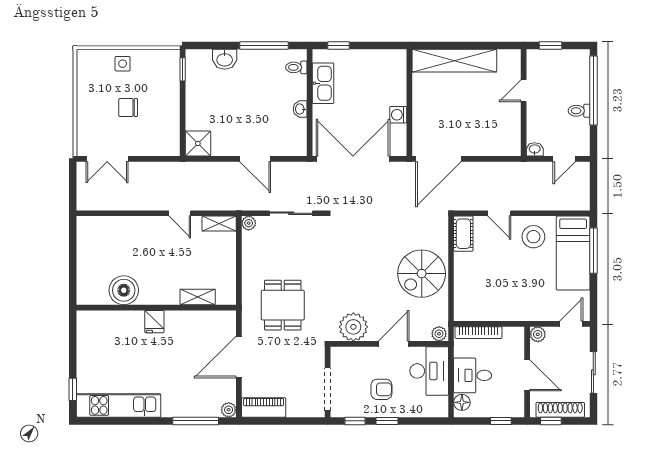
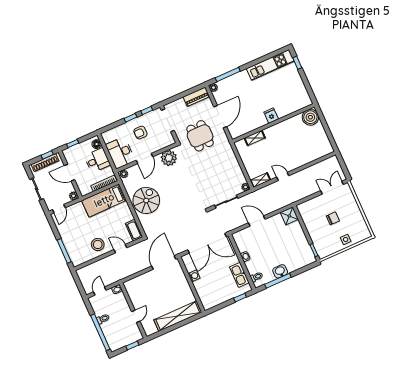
washbasin: (225, 59) -> (280, 271), moved
bed: (573, 253) -> (104, 200), moved, turned -90
boiler: (124, 290) -> (310, 117), moved
dining table: (283, 305) -> (200, 136), moved

